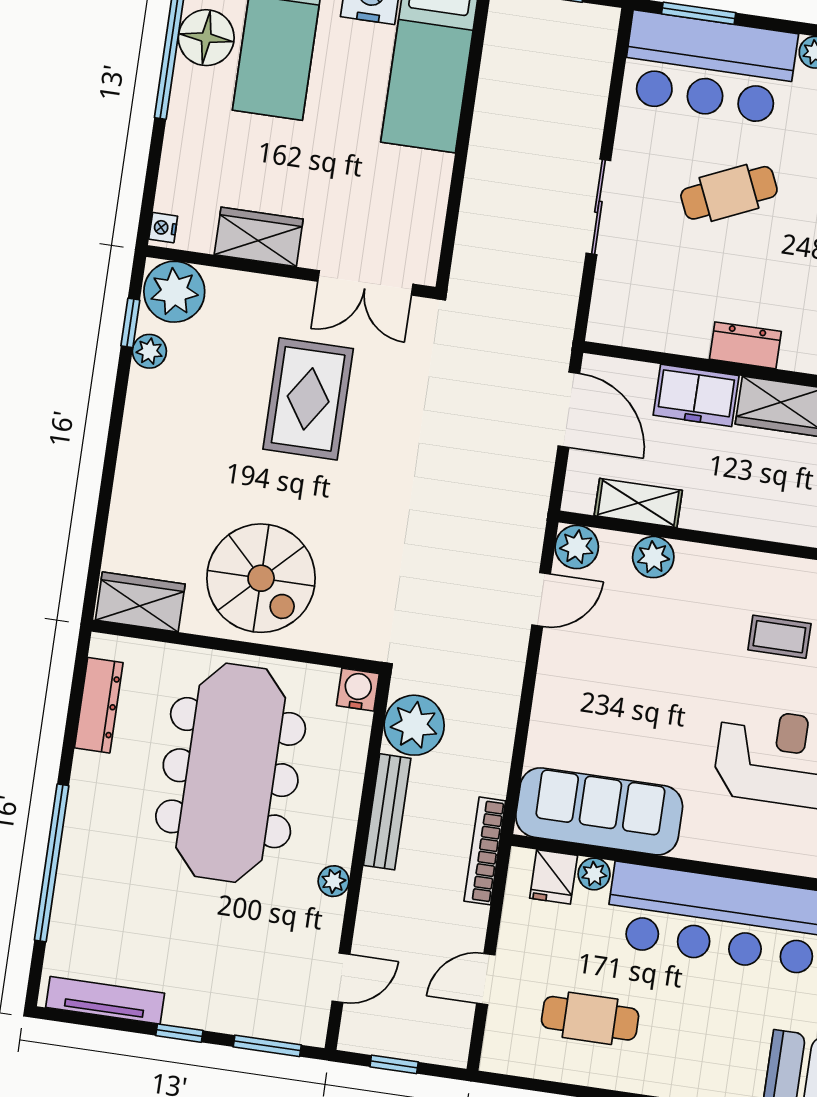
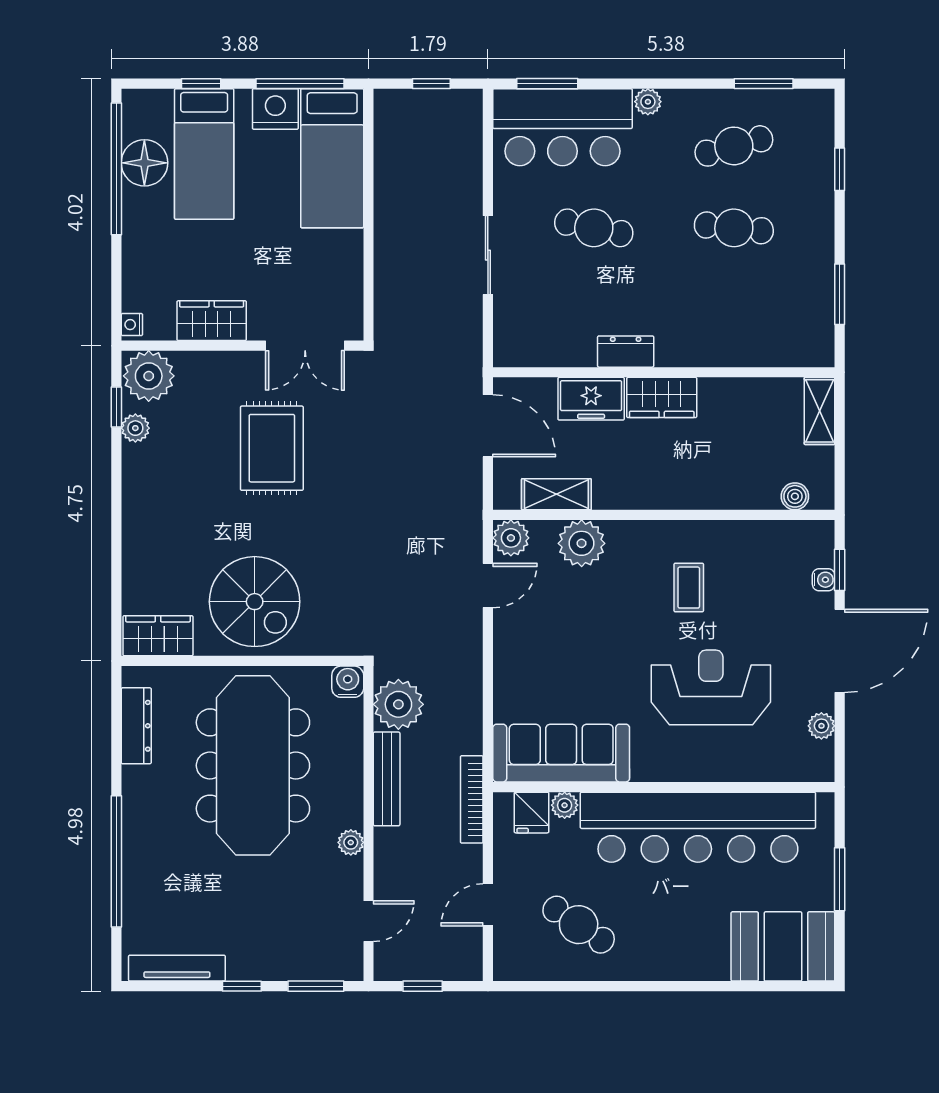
cafe table: (729, 193) -> (594, 228), turned 36
plant: (653, 557) -> (582, 543), width x1.36, depth x1.36
coffee table: (779, 637) -> (689, 588), turned 90
cafe table: (590, 1018) -> (579, 925), turned 34

